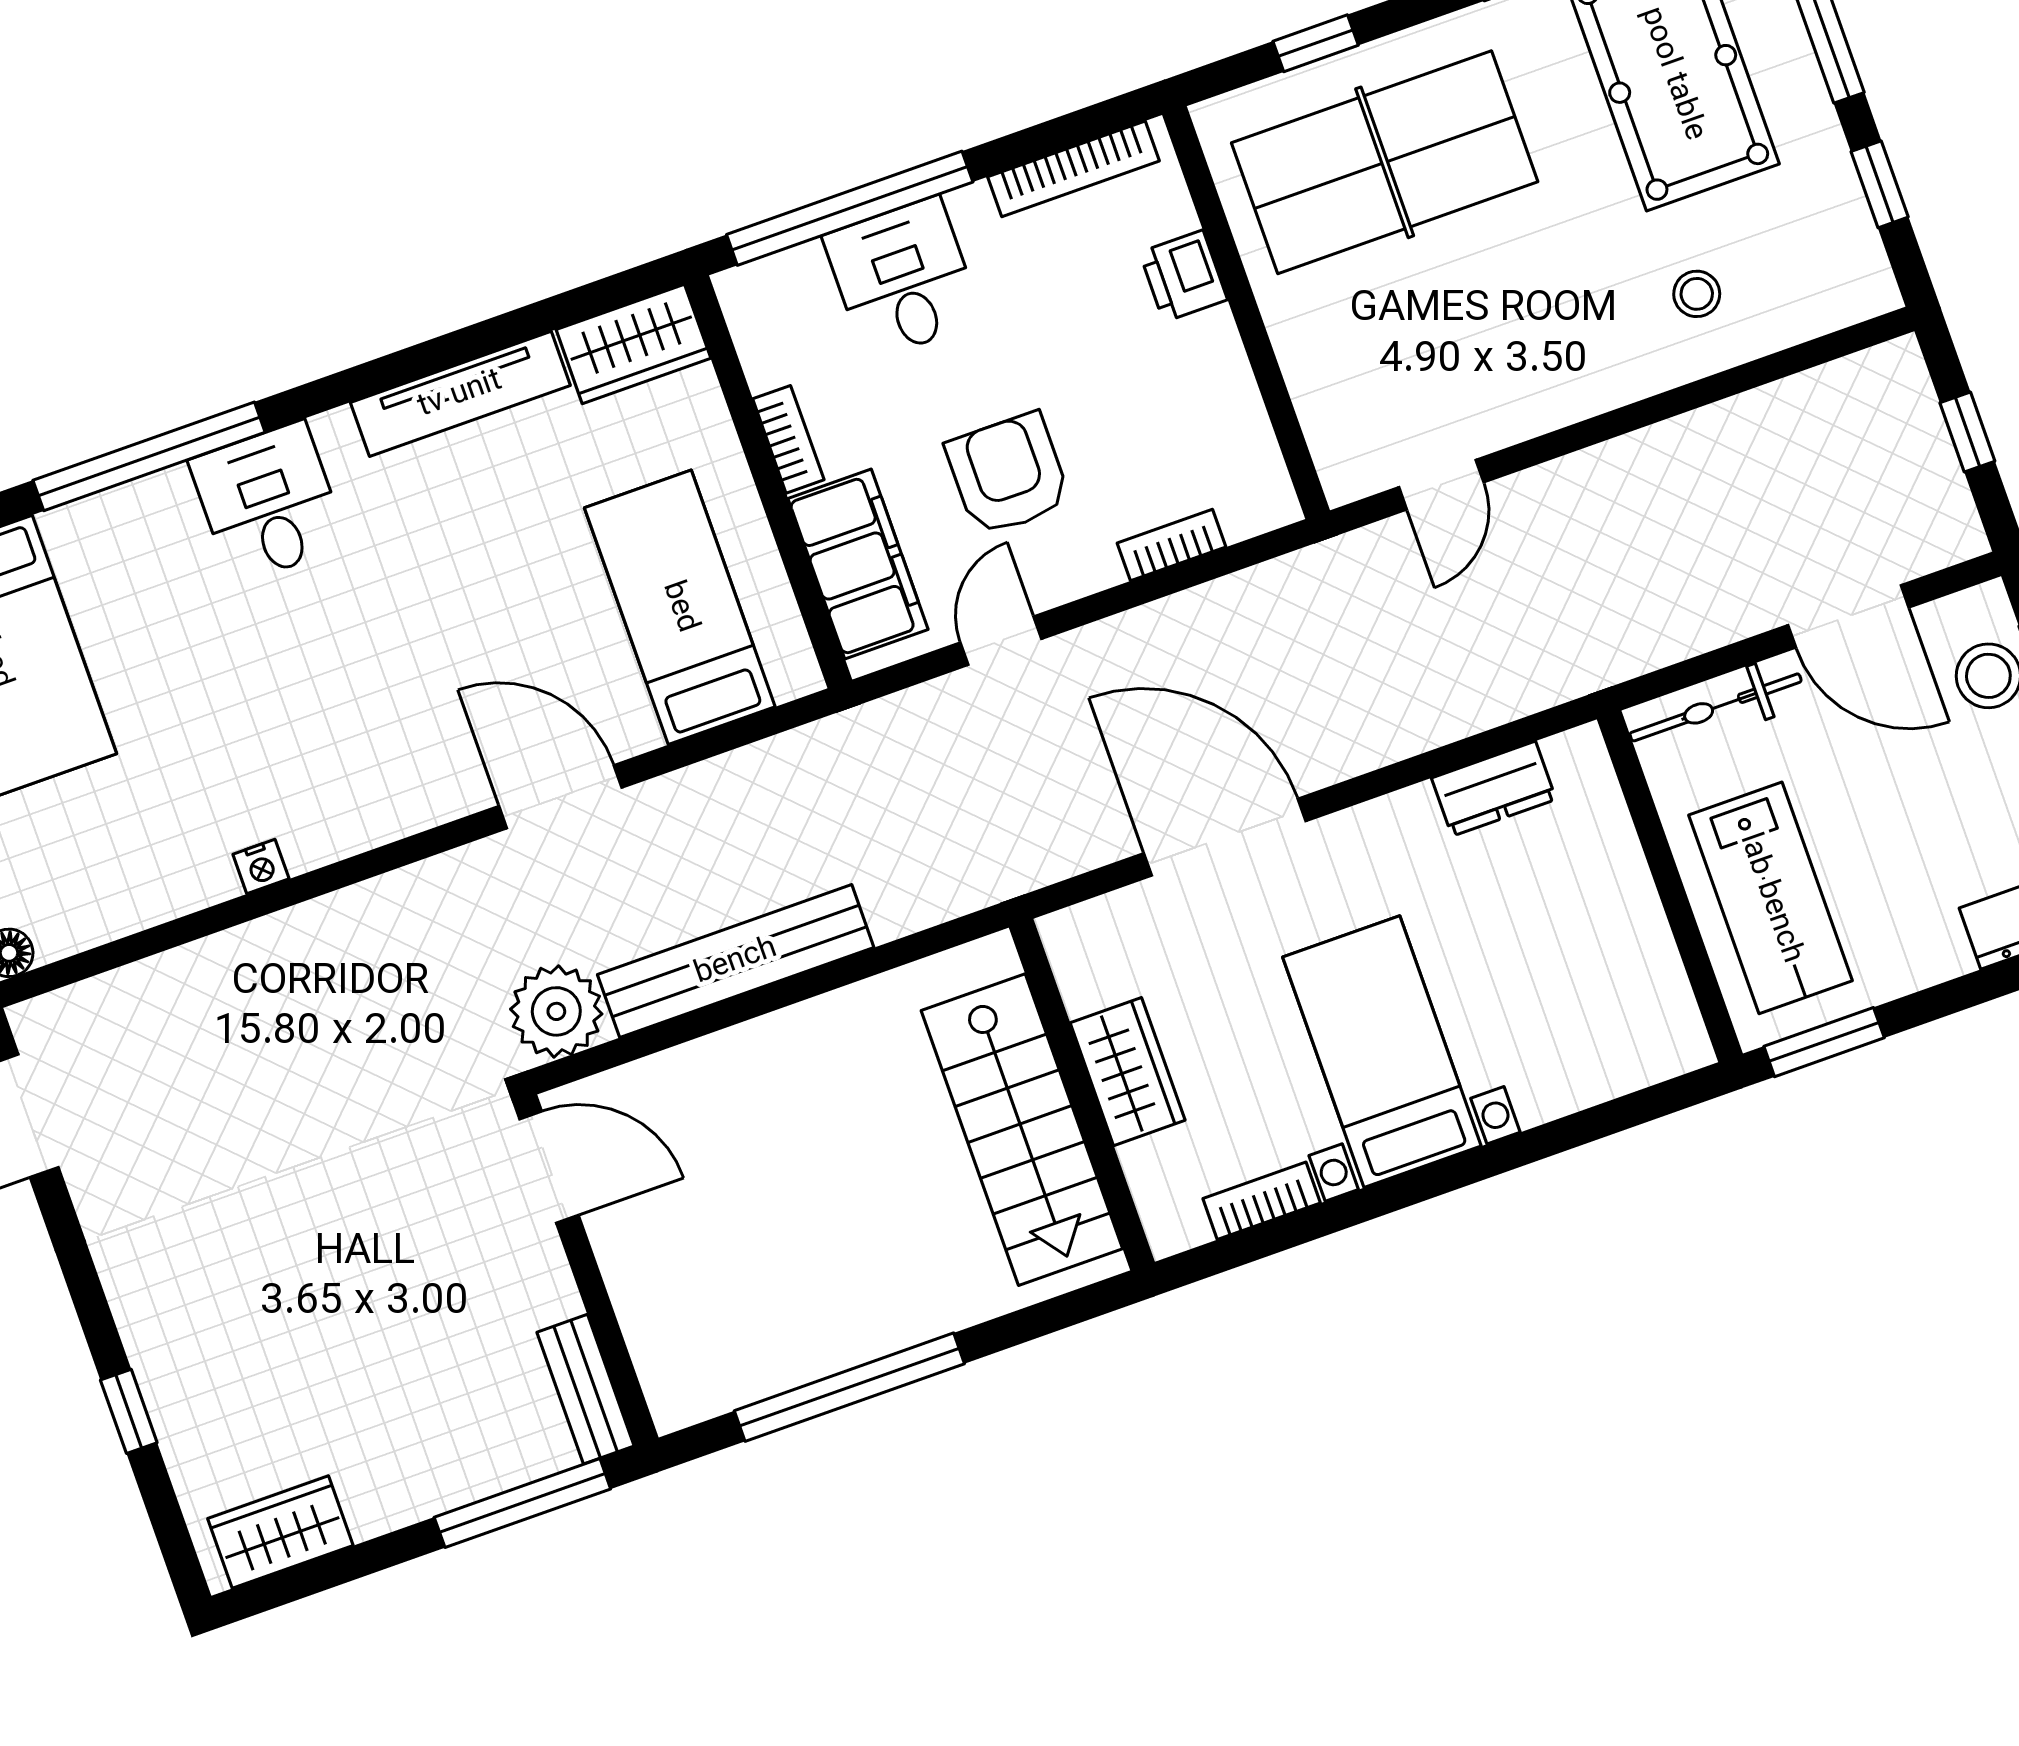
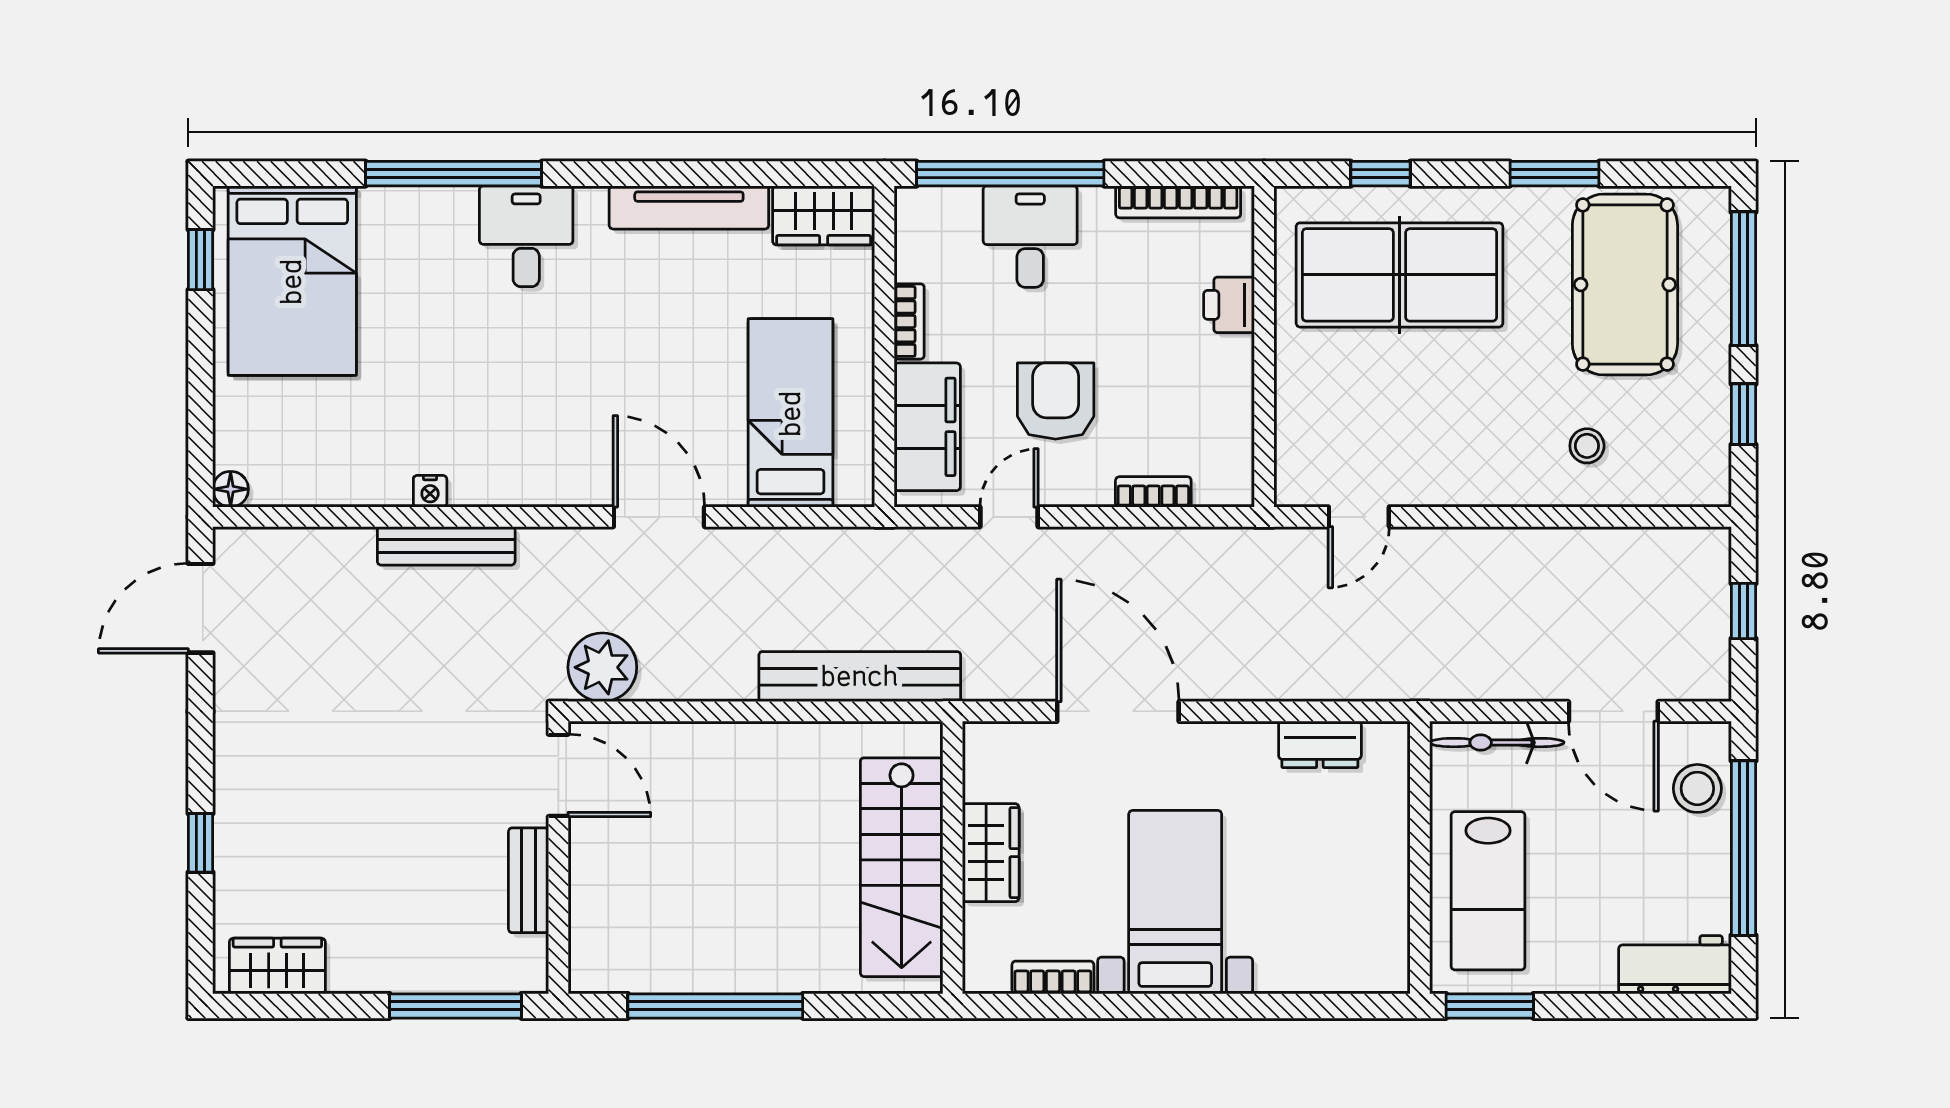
bench: (306, 928) -> (446, 546), added
bench: (736, 961) -> (860, 677), moved
bench: (585, 1389) -> (529, 880), moved

